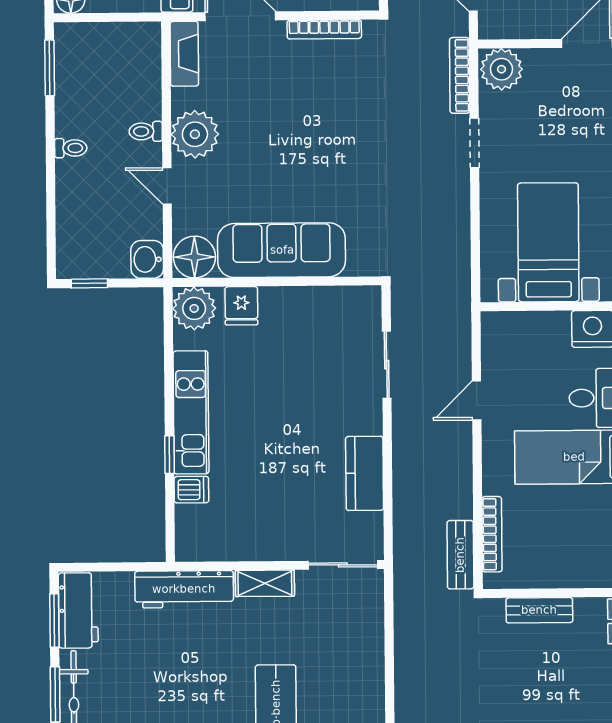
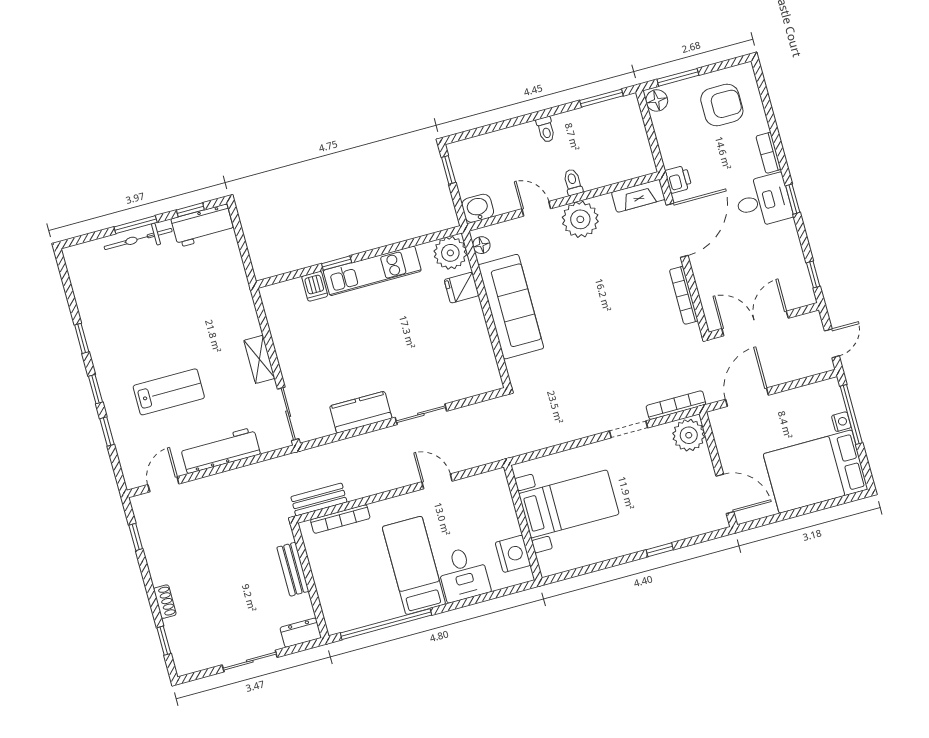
door: (167, 186) -> (536, 209), hinge flipped
floor lamp: (194, 257) -> (481, 245), width x0.53, depth x0.53
sliding door: (387, 365) -> (421, 414), moved
workbench: (184, 589) -> (220, 450), moved, turned 90
window: (54, 621) -> (190, 210), width x0.67

